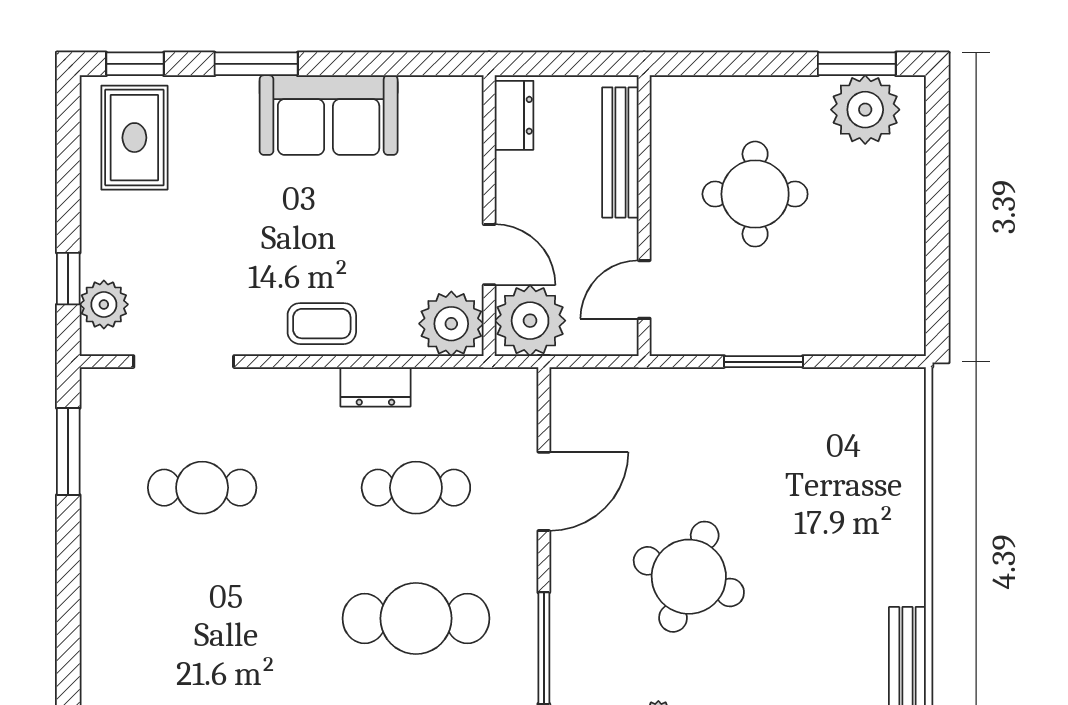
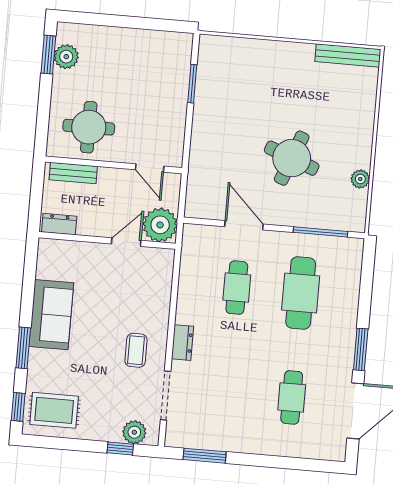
plant: (865, 110) -> (66, 57), width x0.73, depth x0.73
bench: (620, 152) -> (73, 173), width x0.73
round table: (755, 194) -> (89, 127), moved
coffee table: (322, 324) -> (136, 350), moved
plant: (451, 324) -> (158, 263), removed
window: (763, 362) -> (192, 84), moved
dresser: (375, 387) -> (183, 343), moved
cafe table: (202, 488) -> (292, 397), moved

